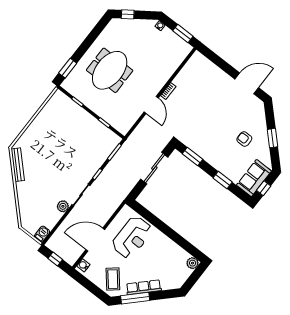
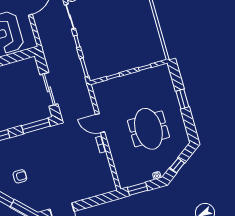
window: (128, 14) -> (177, 165), moved
window: (68, 68) -> (182, 99), moved
meeting table: (110, 70) -> (148, 129), moved
window: (193, 157) -> (36, 126), width x1.44

